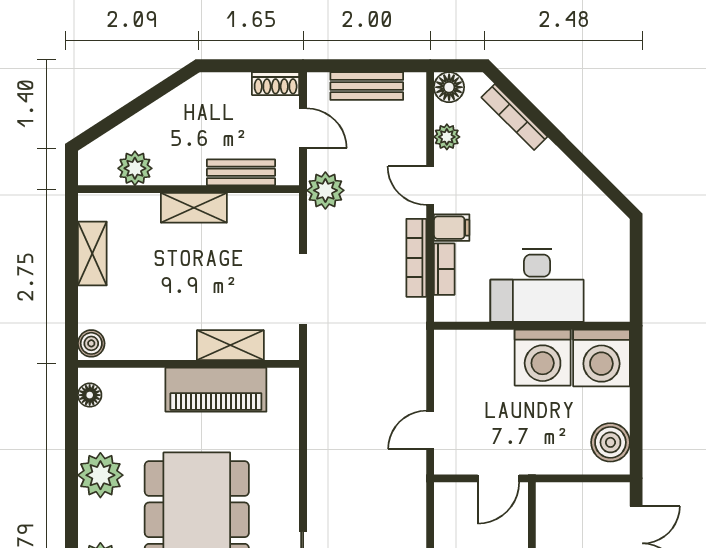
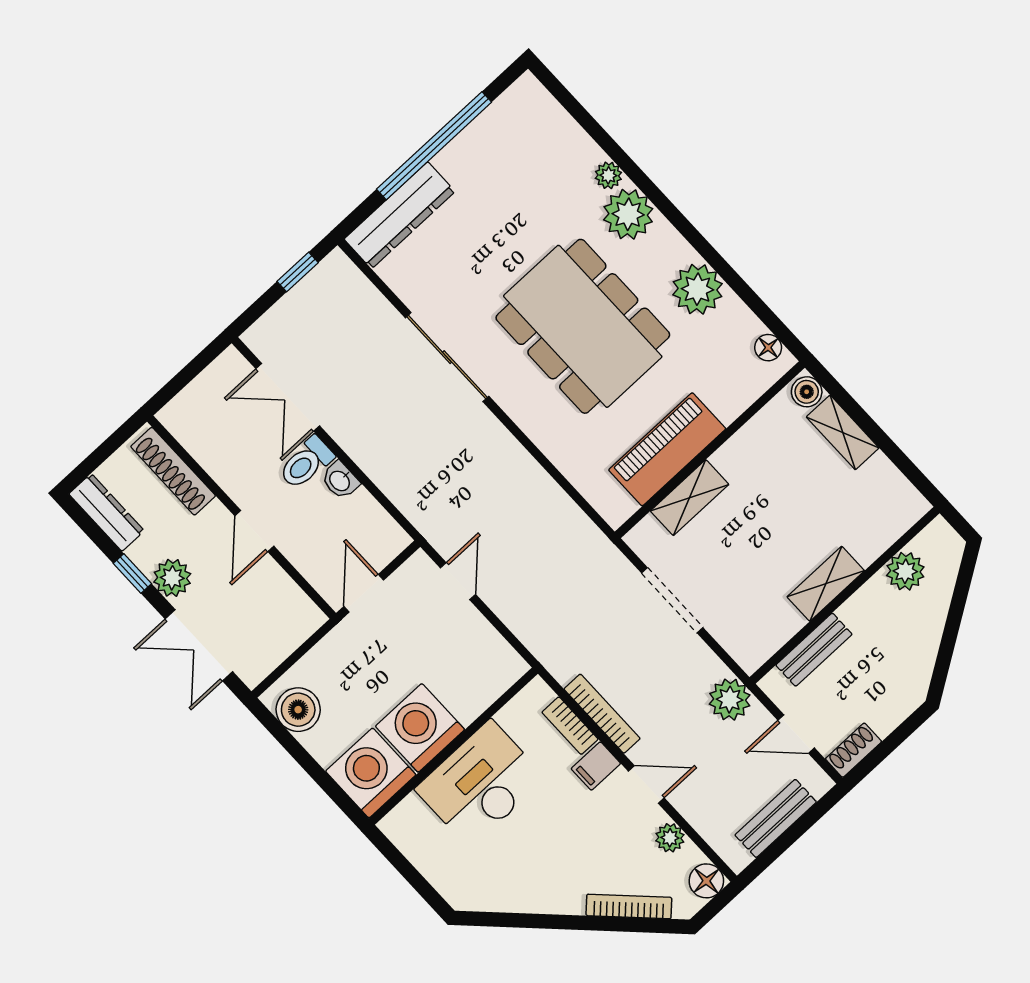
shelving: (92, 253) -> (843, 432), moved

